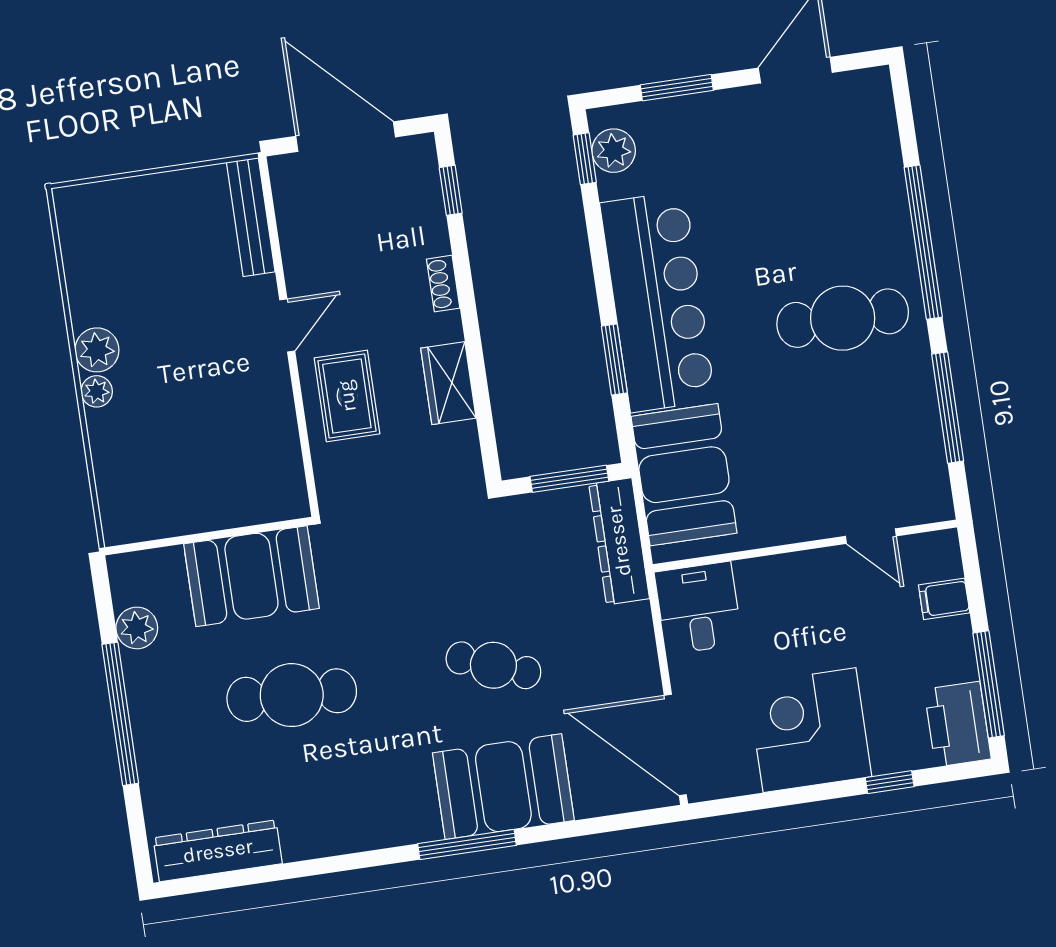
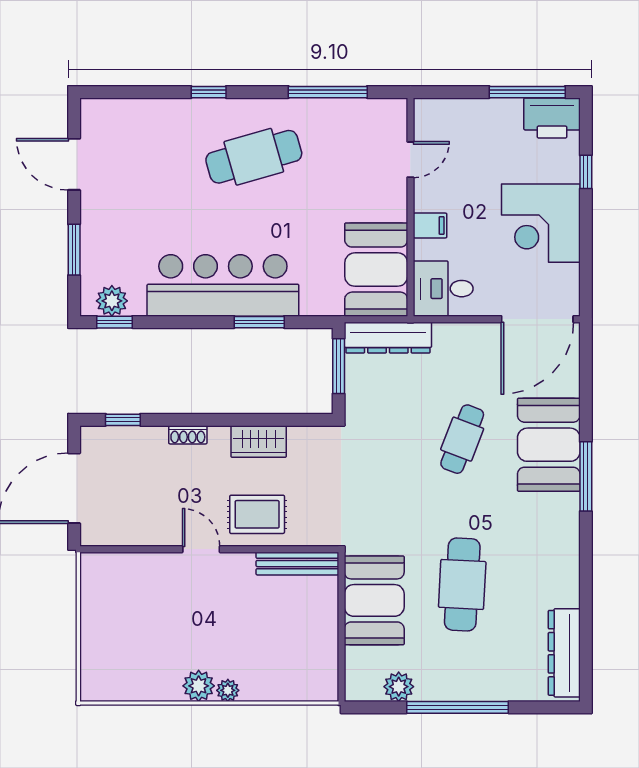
bench: (251, 217) -> (297, 564), moved
window: (923, 242) -> (209, 92), width x0.32
cafe table: (843, 318) -> (254, 157), turned 74
booth: (684, 475) -> (376, 270), moved, turned 90
filing cabinet: (944, 599) -> (430, 225), moved, turned -90

